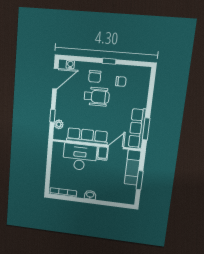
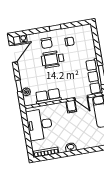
wheelchair: (97, 97) -> (53, 59), turned 180
row of seats: (87, 136) -> (48, 96), width x0.68
door: (116, 147) -> (81, 98), swing flipped
desk: (80, 157) -> (39, 125), moved, turned -90

